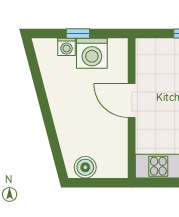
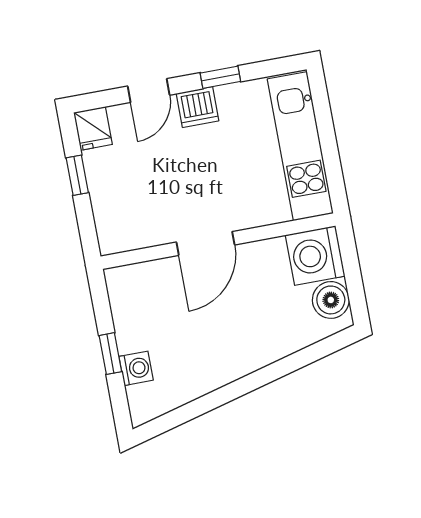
washing machine: (92, 53) -> (315, 256), moved, turned 180

